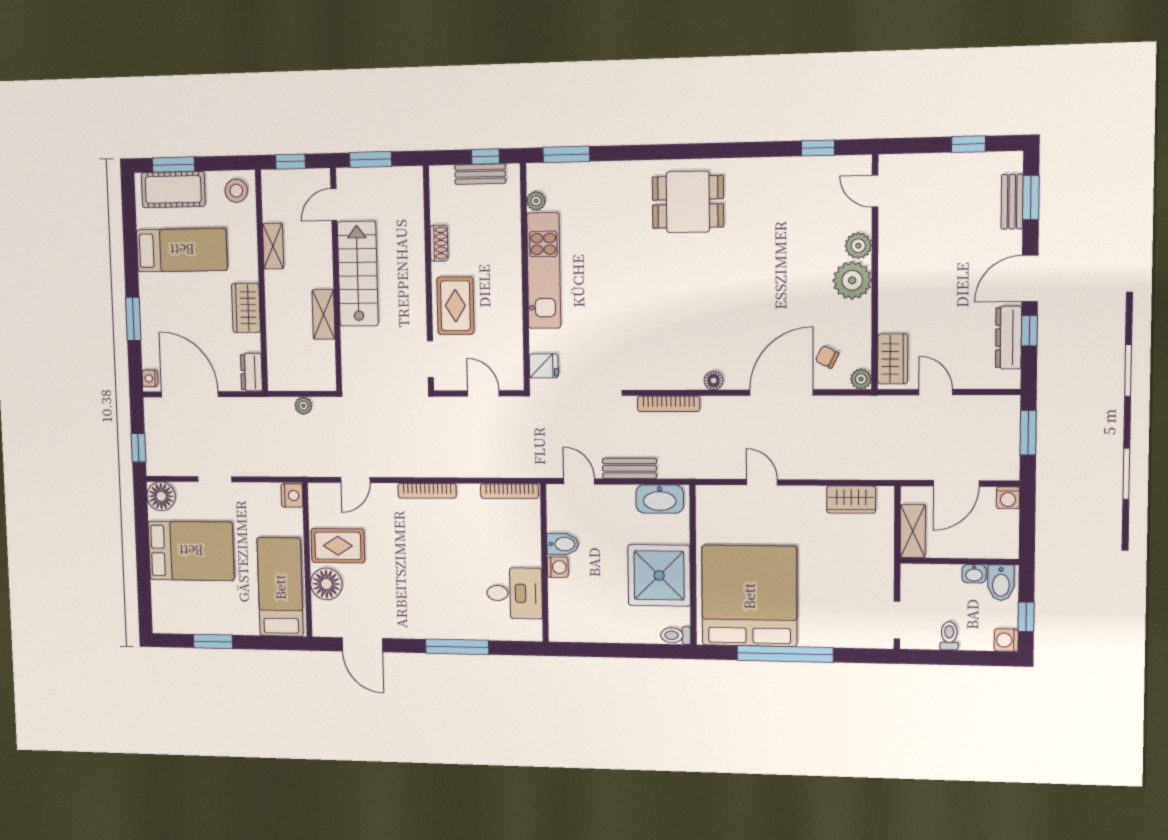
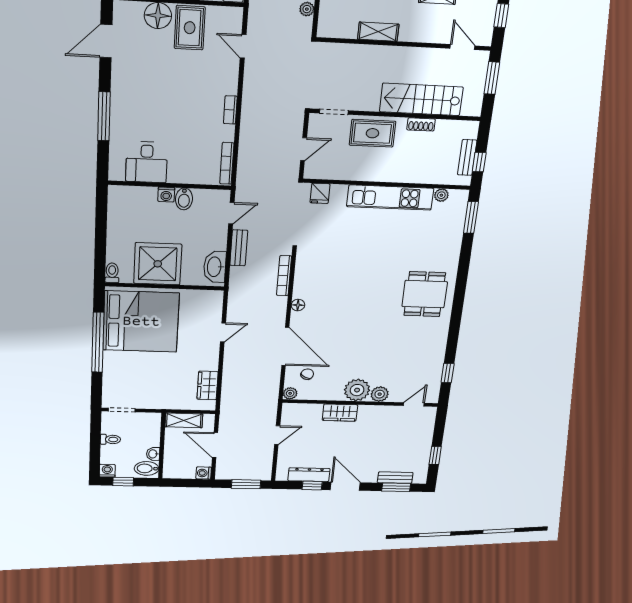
stairs: (358, 274) -> (421, 99), moved, turned 180
wardrobe: (893, 359) -> (340, 413), moved
bookcase: (427, 491) -> (230, 110), width x0.64

